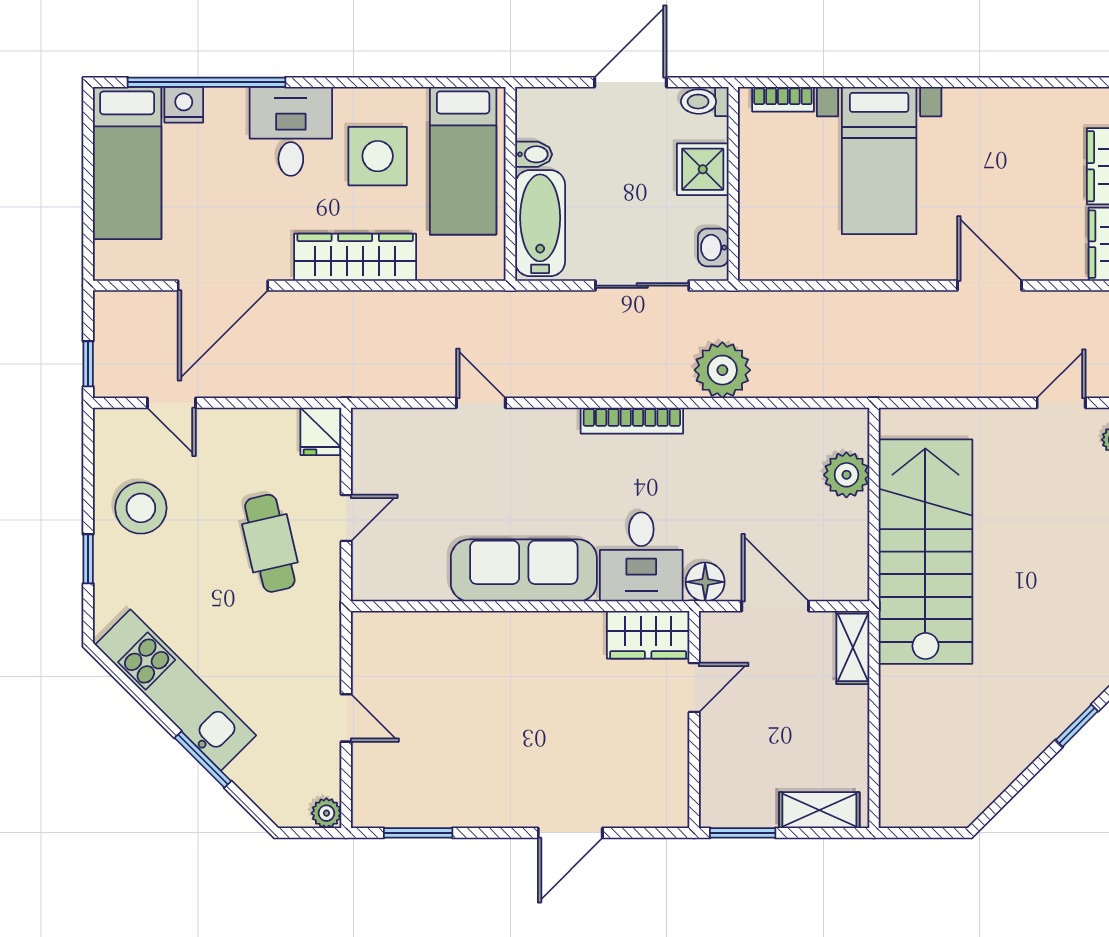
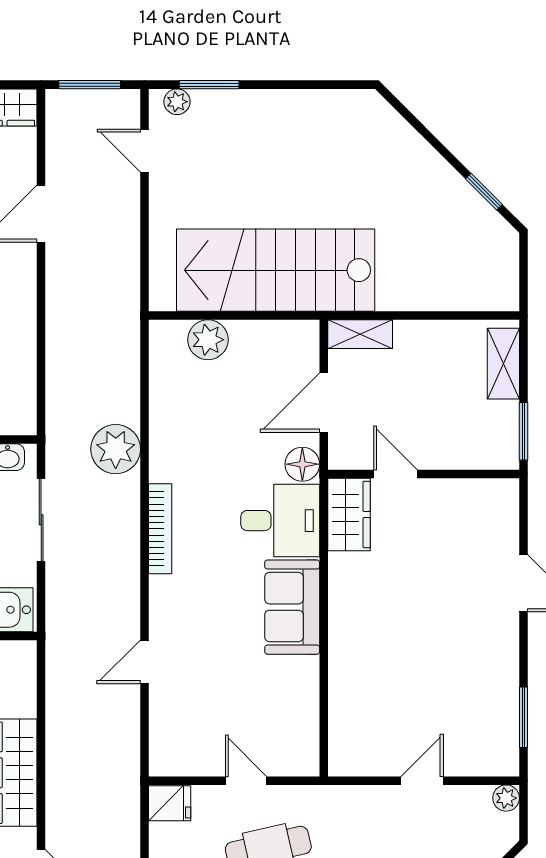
sofa: (524, 570) -> (292, 607), width x0.73
window: (1077, 726) -> (484, 192), moved

